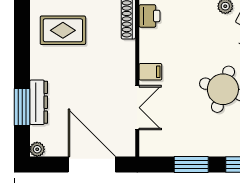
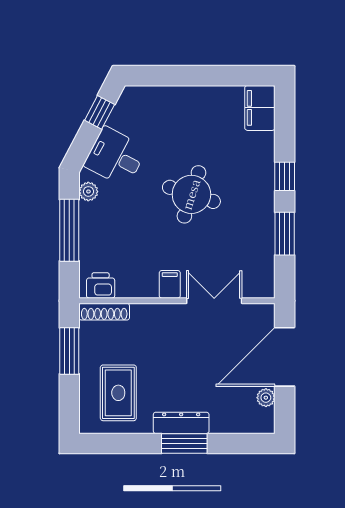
dresser: (39, 102) -> (181, 423), moved
window: (22, 107) -> (184, 443), moved
plant: (37, 149) -> (266, 398), moved

